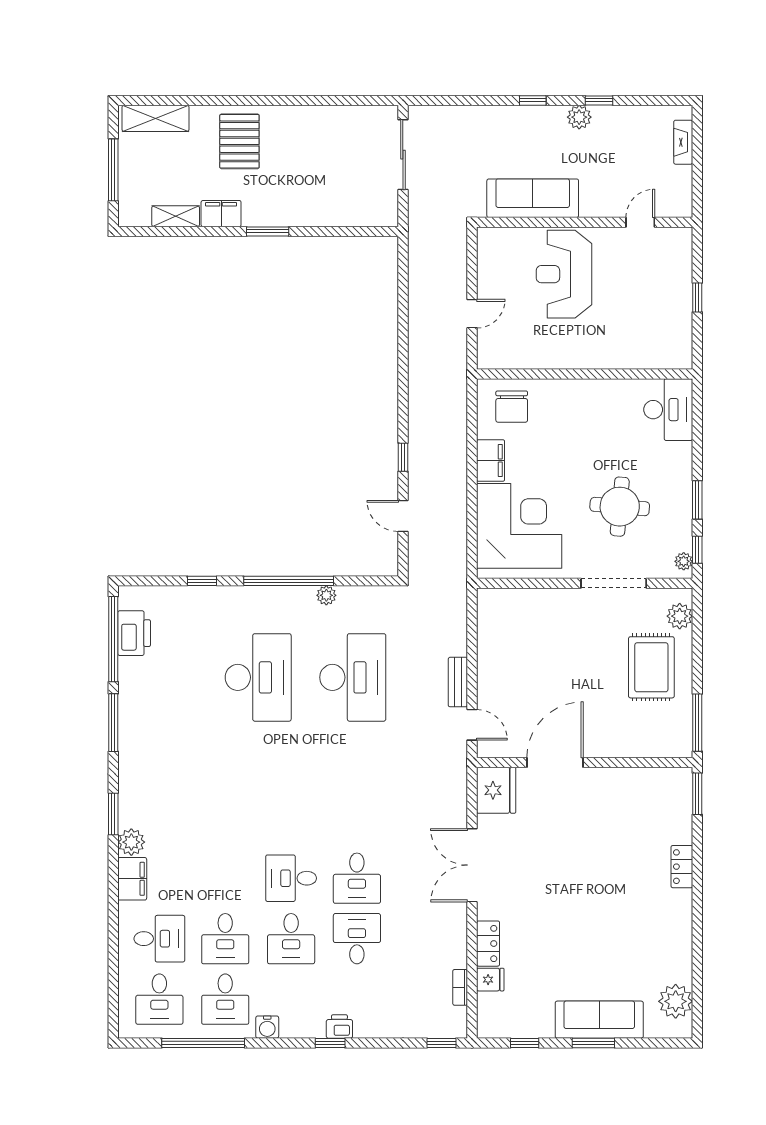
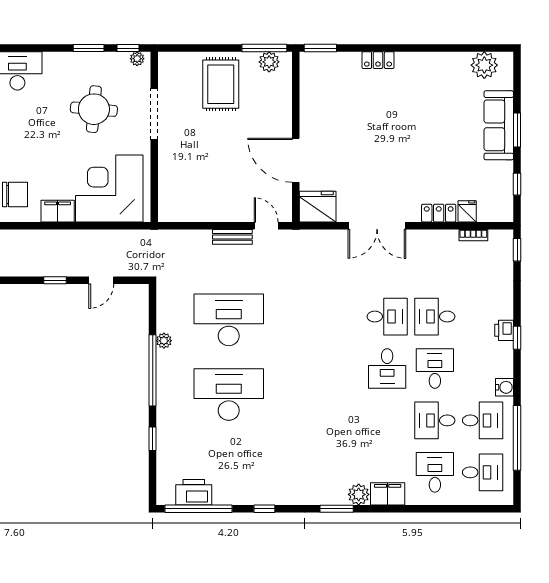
plant: (680, 616) -> (269, 62), moved
rug: (651, 667) -> (221, 84), turned 90
window: (113, 723) -> (264, 509), width x0.46
door: (472, 725) -> (266, 226), hinge flipped
desk: (225, 939) -> (435, 420), turned 180
desk: (291, 939) -> (435, 368), turned -90

